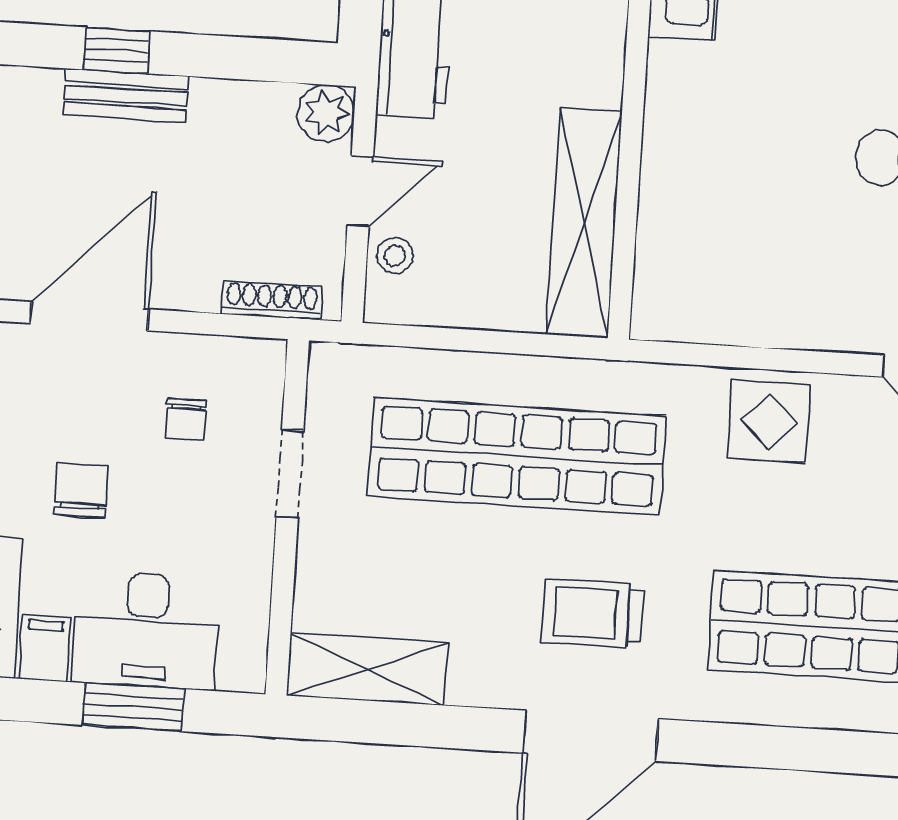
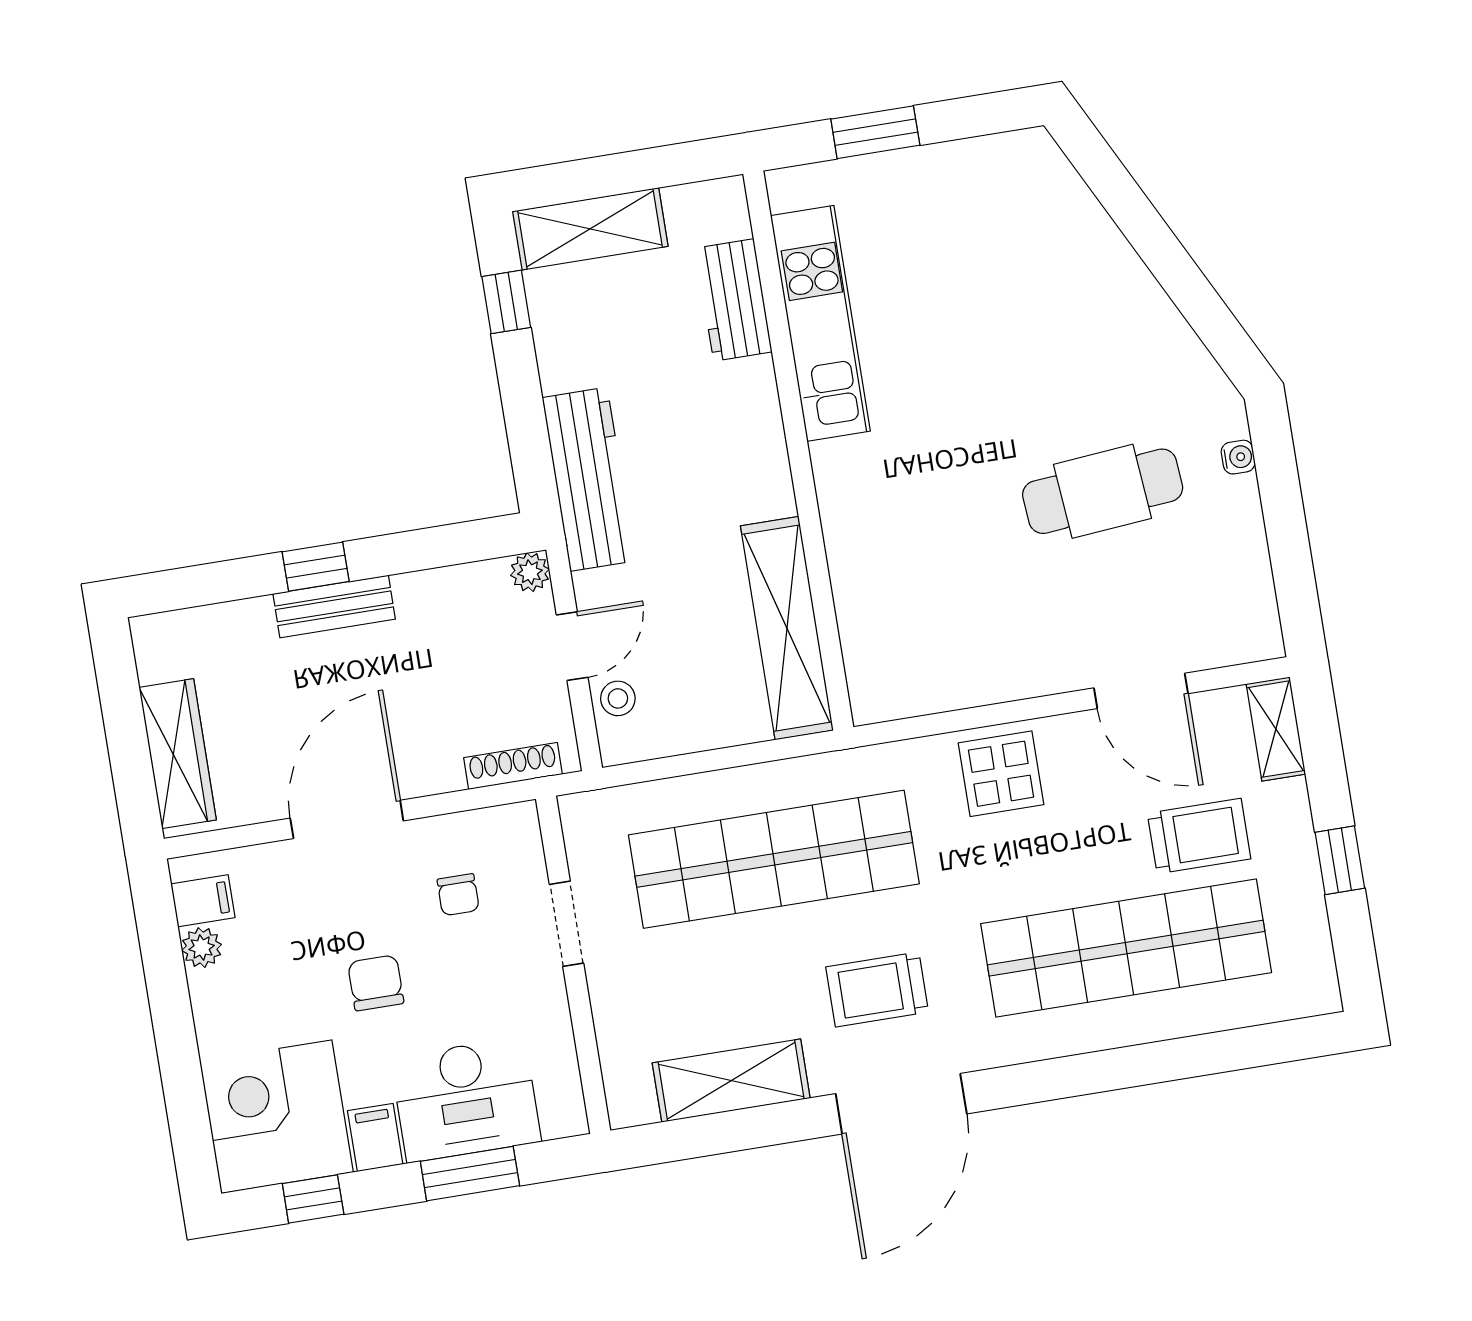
plant: (326, 113) -> (530, 572), width x0.73, depth x0.73
shelving: (367, 669) -> (731, 1081), moved

